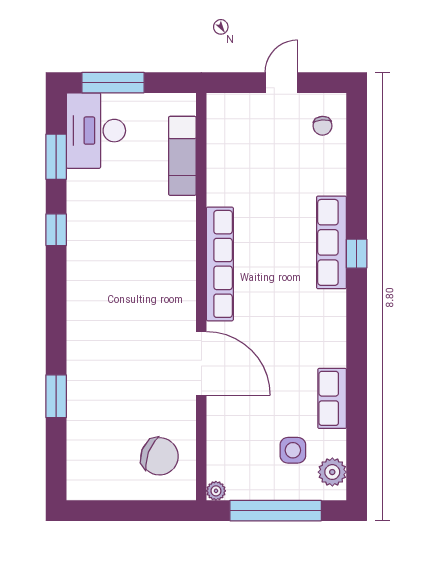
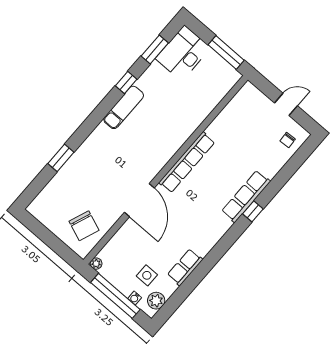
window: (113, 83) -> (226, 53), moved
exam couch: (182, 156) -> (124, 107), moved, turned 180
water cooler: (302, 492) -> (135, 298), added

